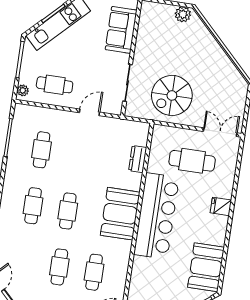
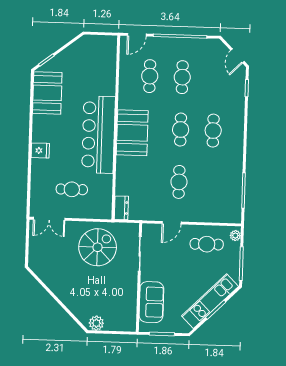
cafe table: (42, 150) -> (179, 182), moved
dresser: (138, 159) -> (121, 208), moved
cafe table: (192, 161) -> (72, 189), width x0.73, depth x0.74

